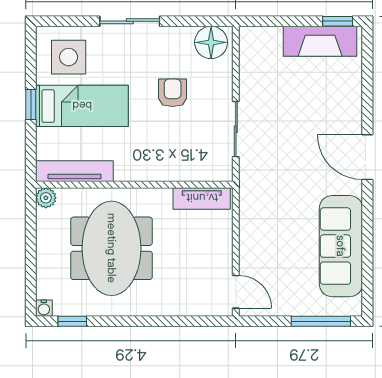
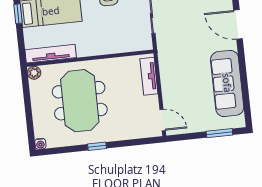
tv unit: (202, 198) -> (149, 76), moved, turned 90
window: (72, 321) -> (97, 146), moved
window: (321, 321) -> (219, 133), width x0.69

